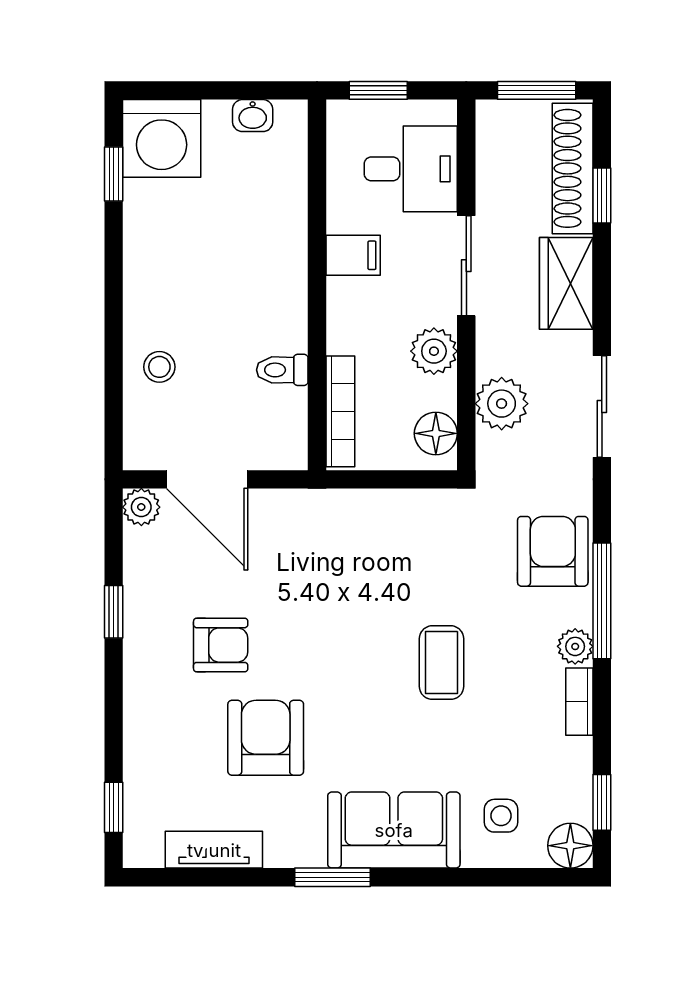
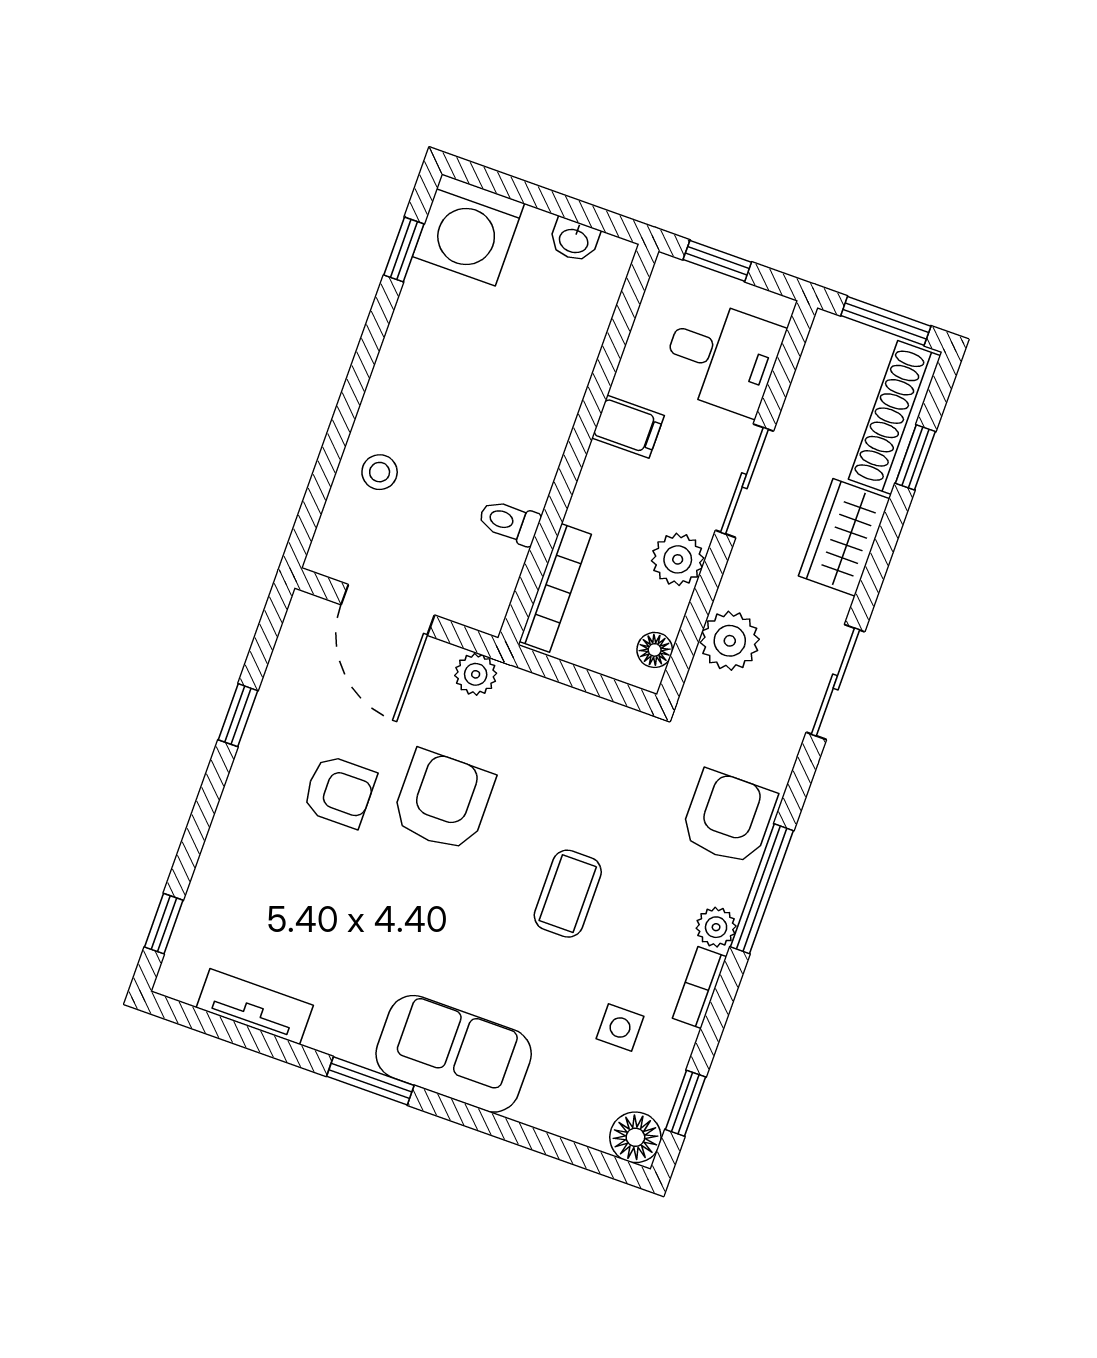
floor lamp: (436, 433) -> (655, 650), width x0.73, depth x0.73
plant: (141, 507) -> (476, 674), moved
armchair: (266, 738) -> (443, 801), moved
side table: (501, 816) -> (620, 1027), moved

